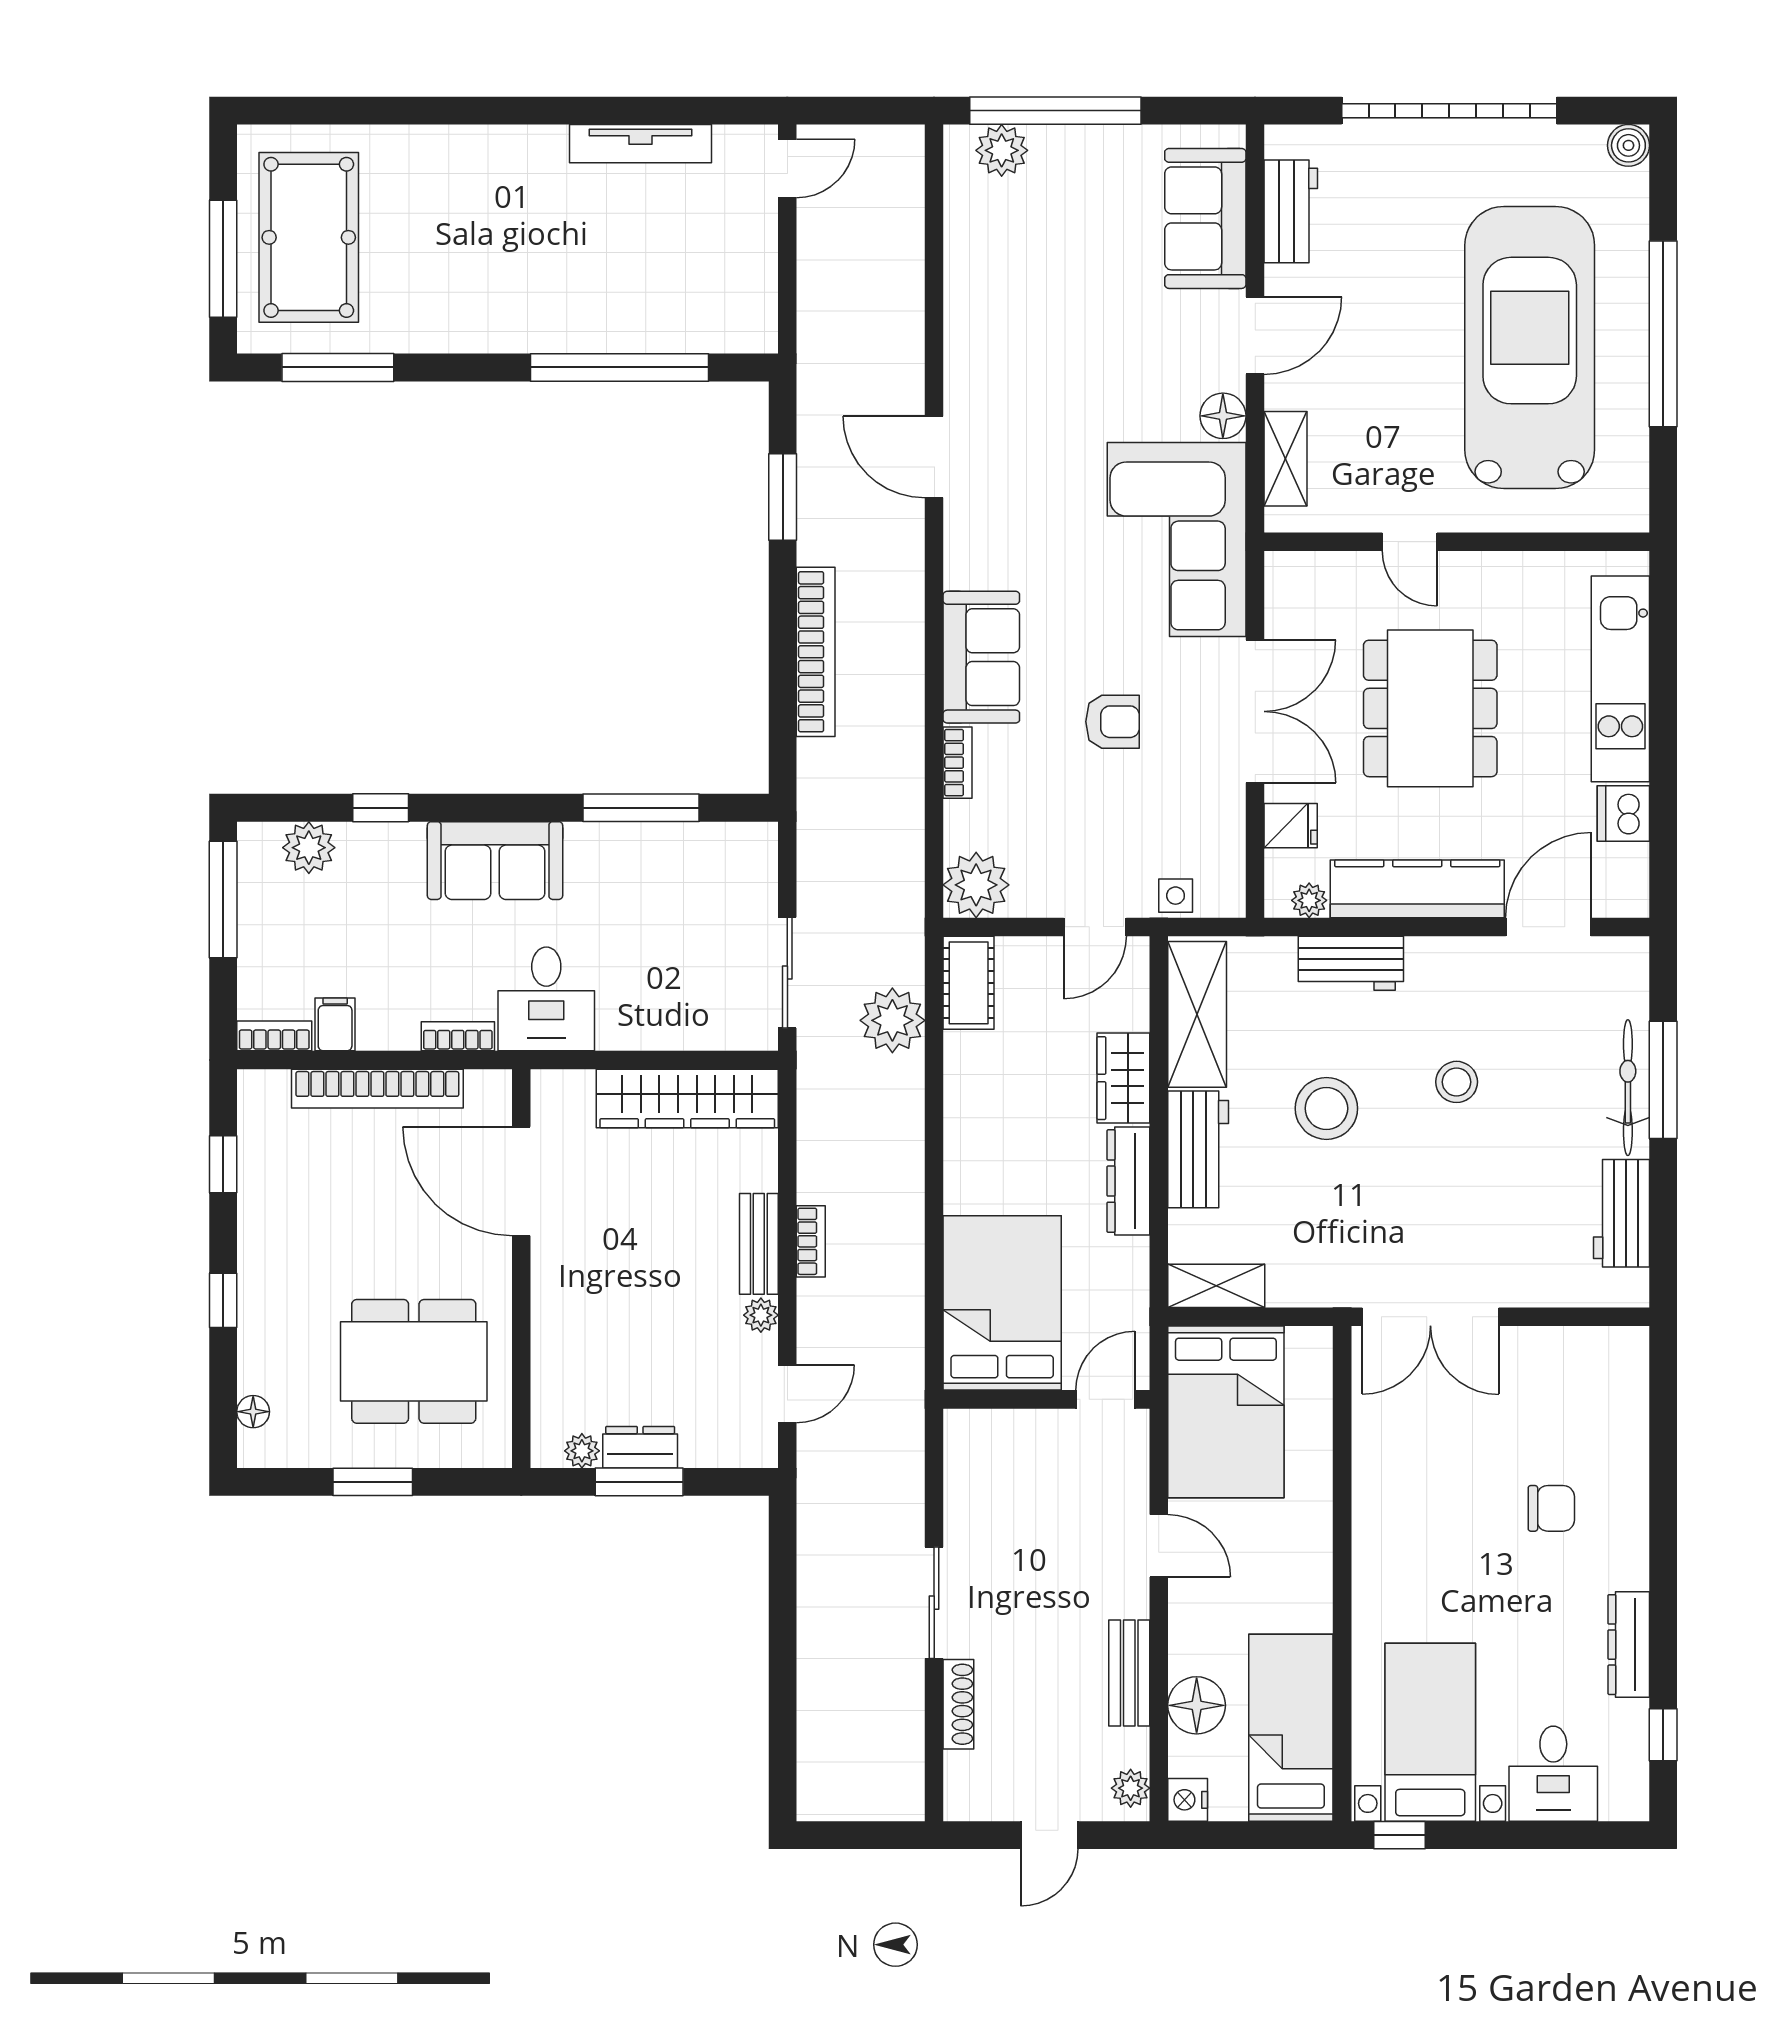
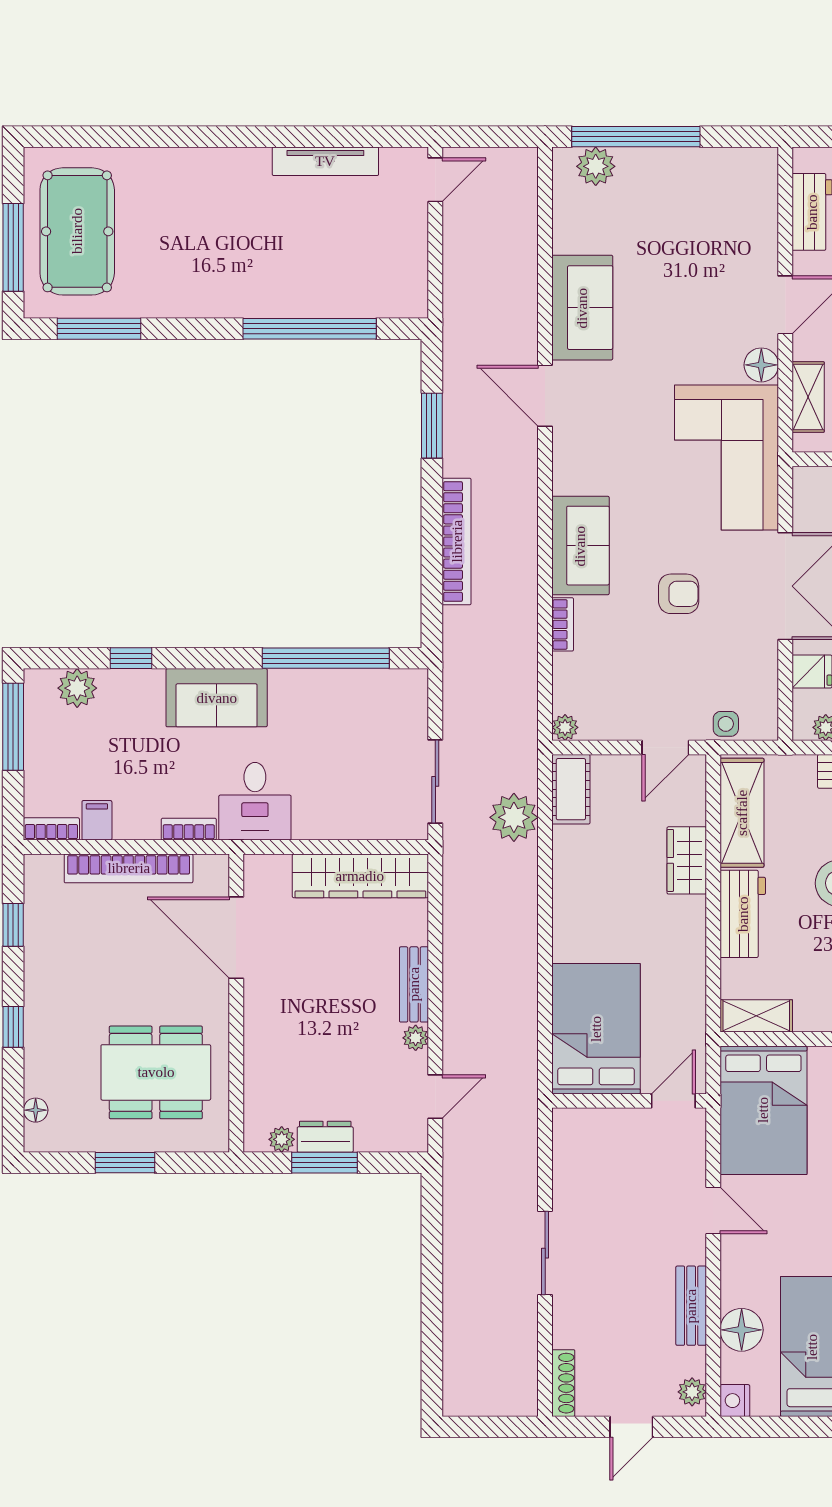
sofa: (1205, 218) -> (582, 308), moved, turned 180
window: (641, 808) -> (326, 658), width x1.46
plant: (976, 885) -> (565, 727), width x0.53, depth x0.53
dresser: (1128, 1181) -> (690, 938), removed
bookcase: (811, 1241) -> (453, 983), removed
shoe rack: (958, 1704) -> (563, 1383), moved

